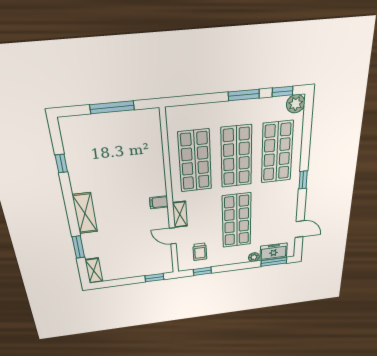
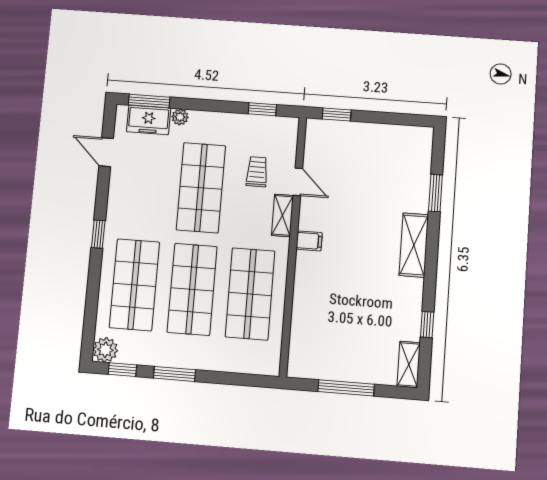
trolley: (200, 252) -> (257, 172), moved
shelving: (94, 271) -> (409, 364), moved

